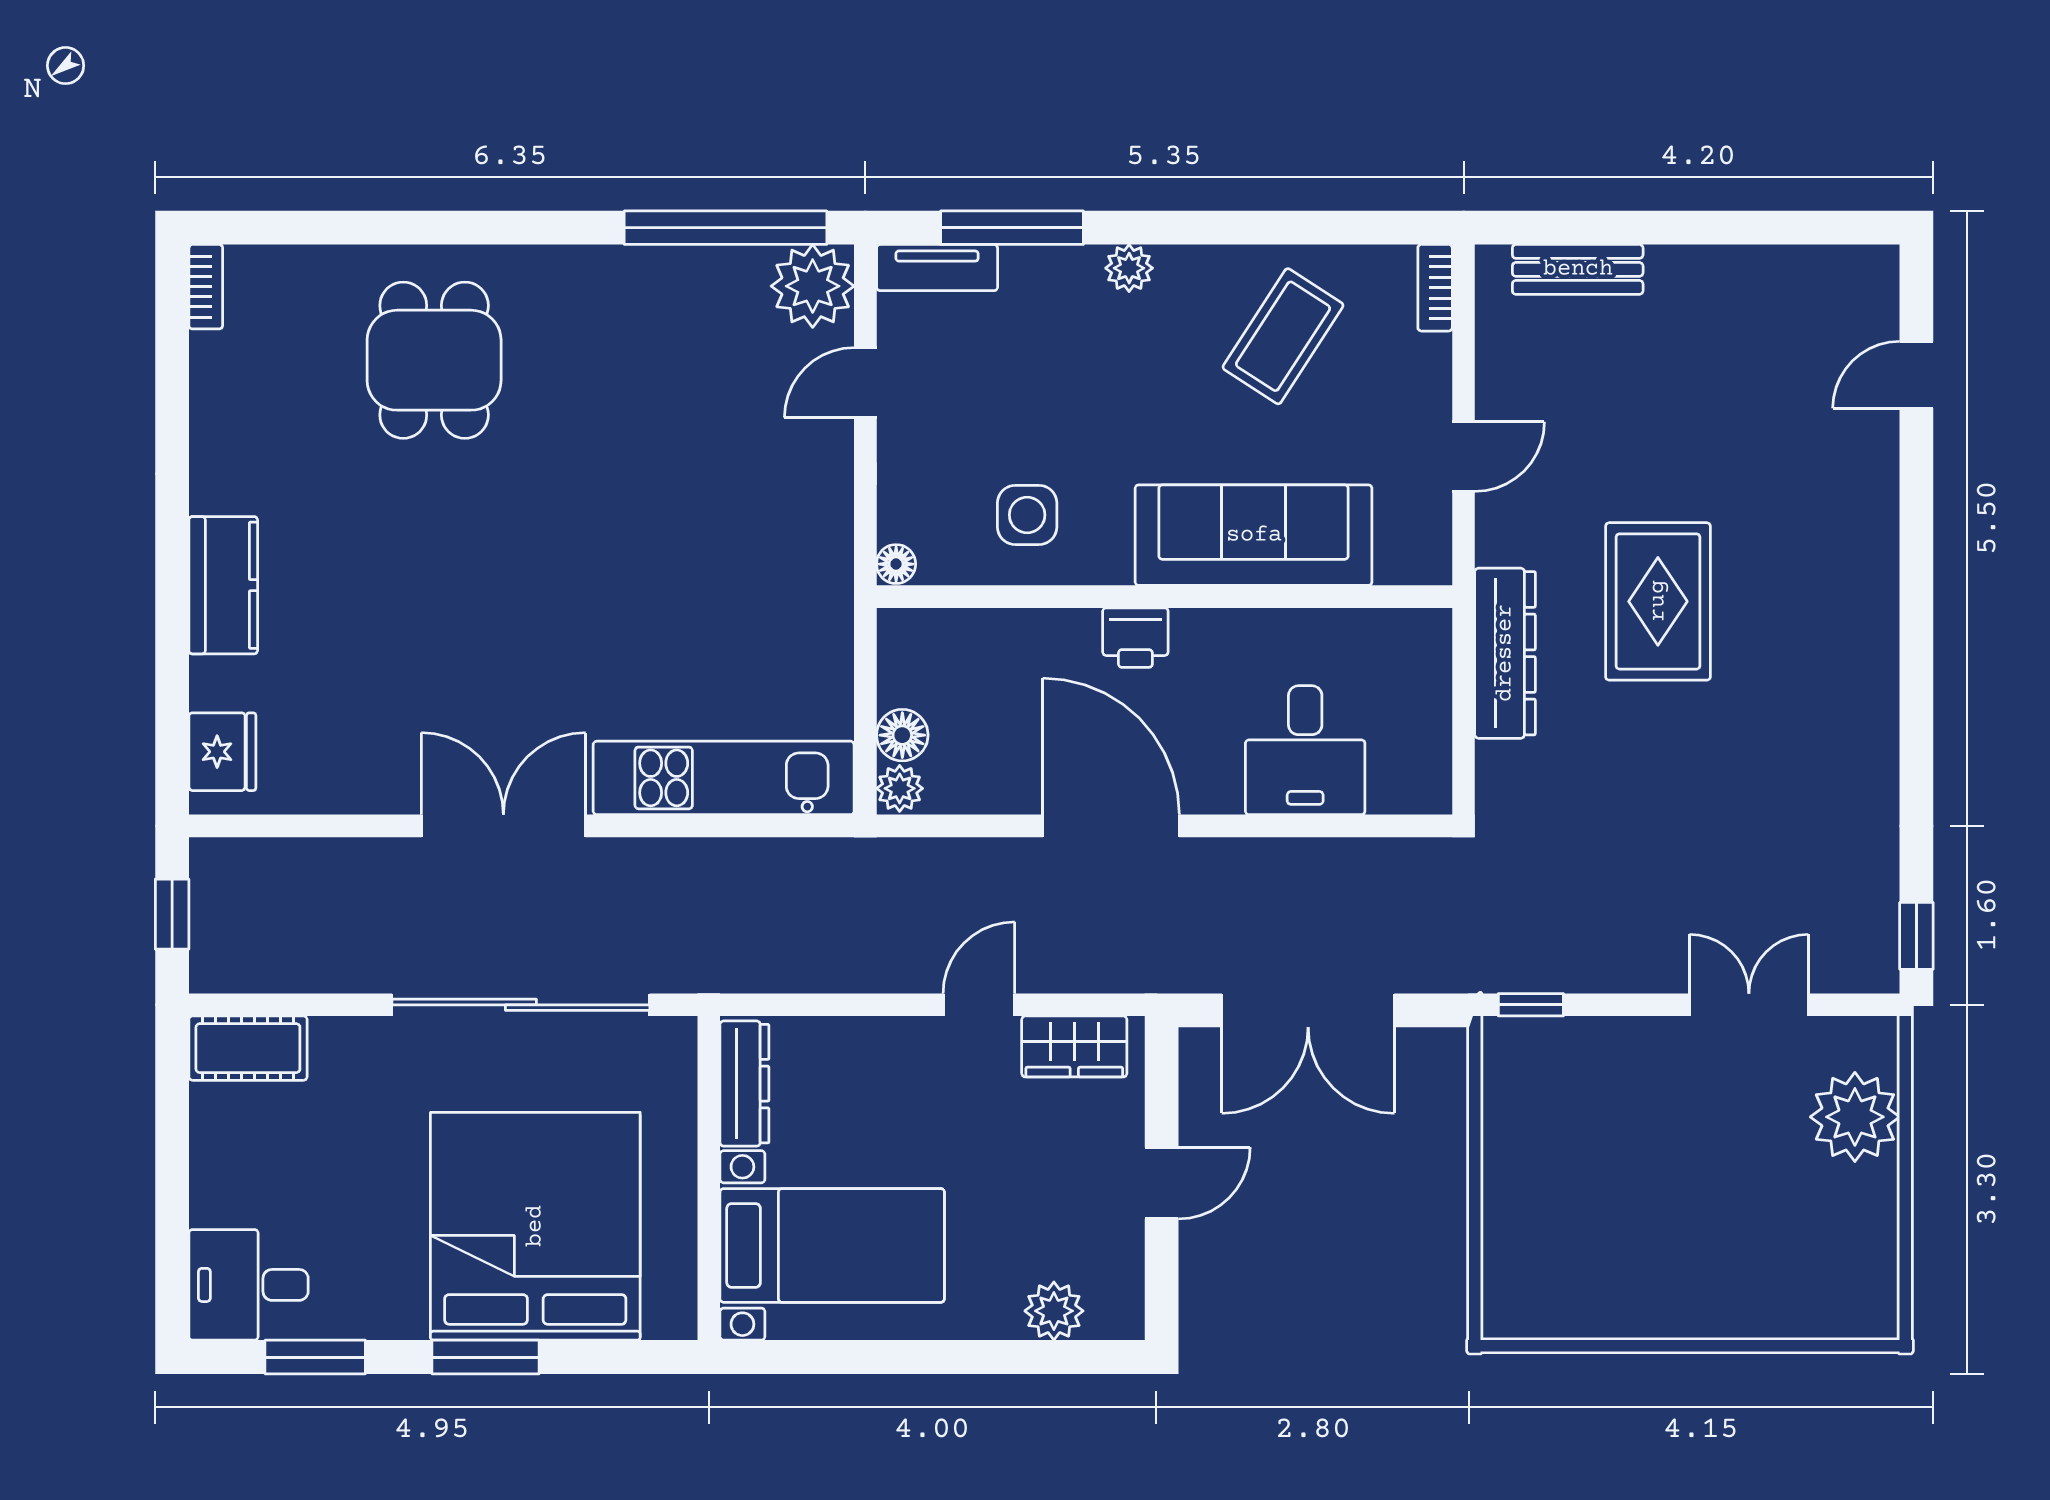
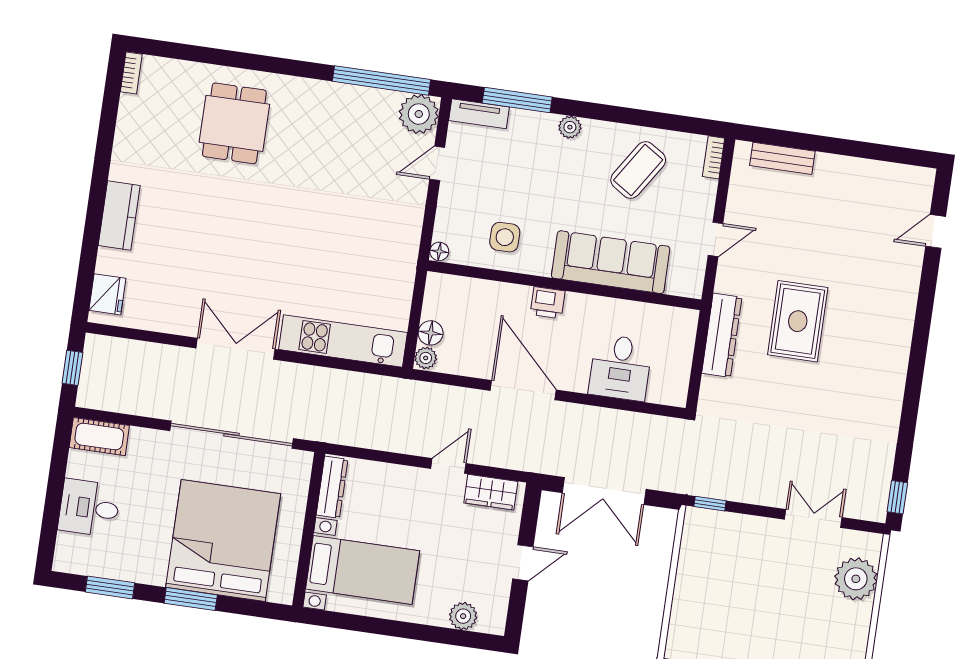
desk: (249, 1285) -> (89, 508), moved

